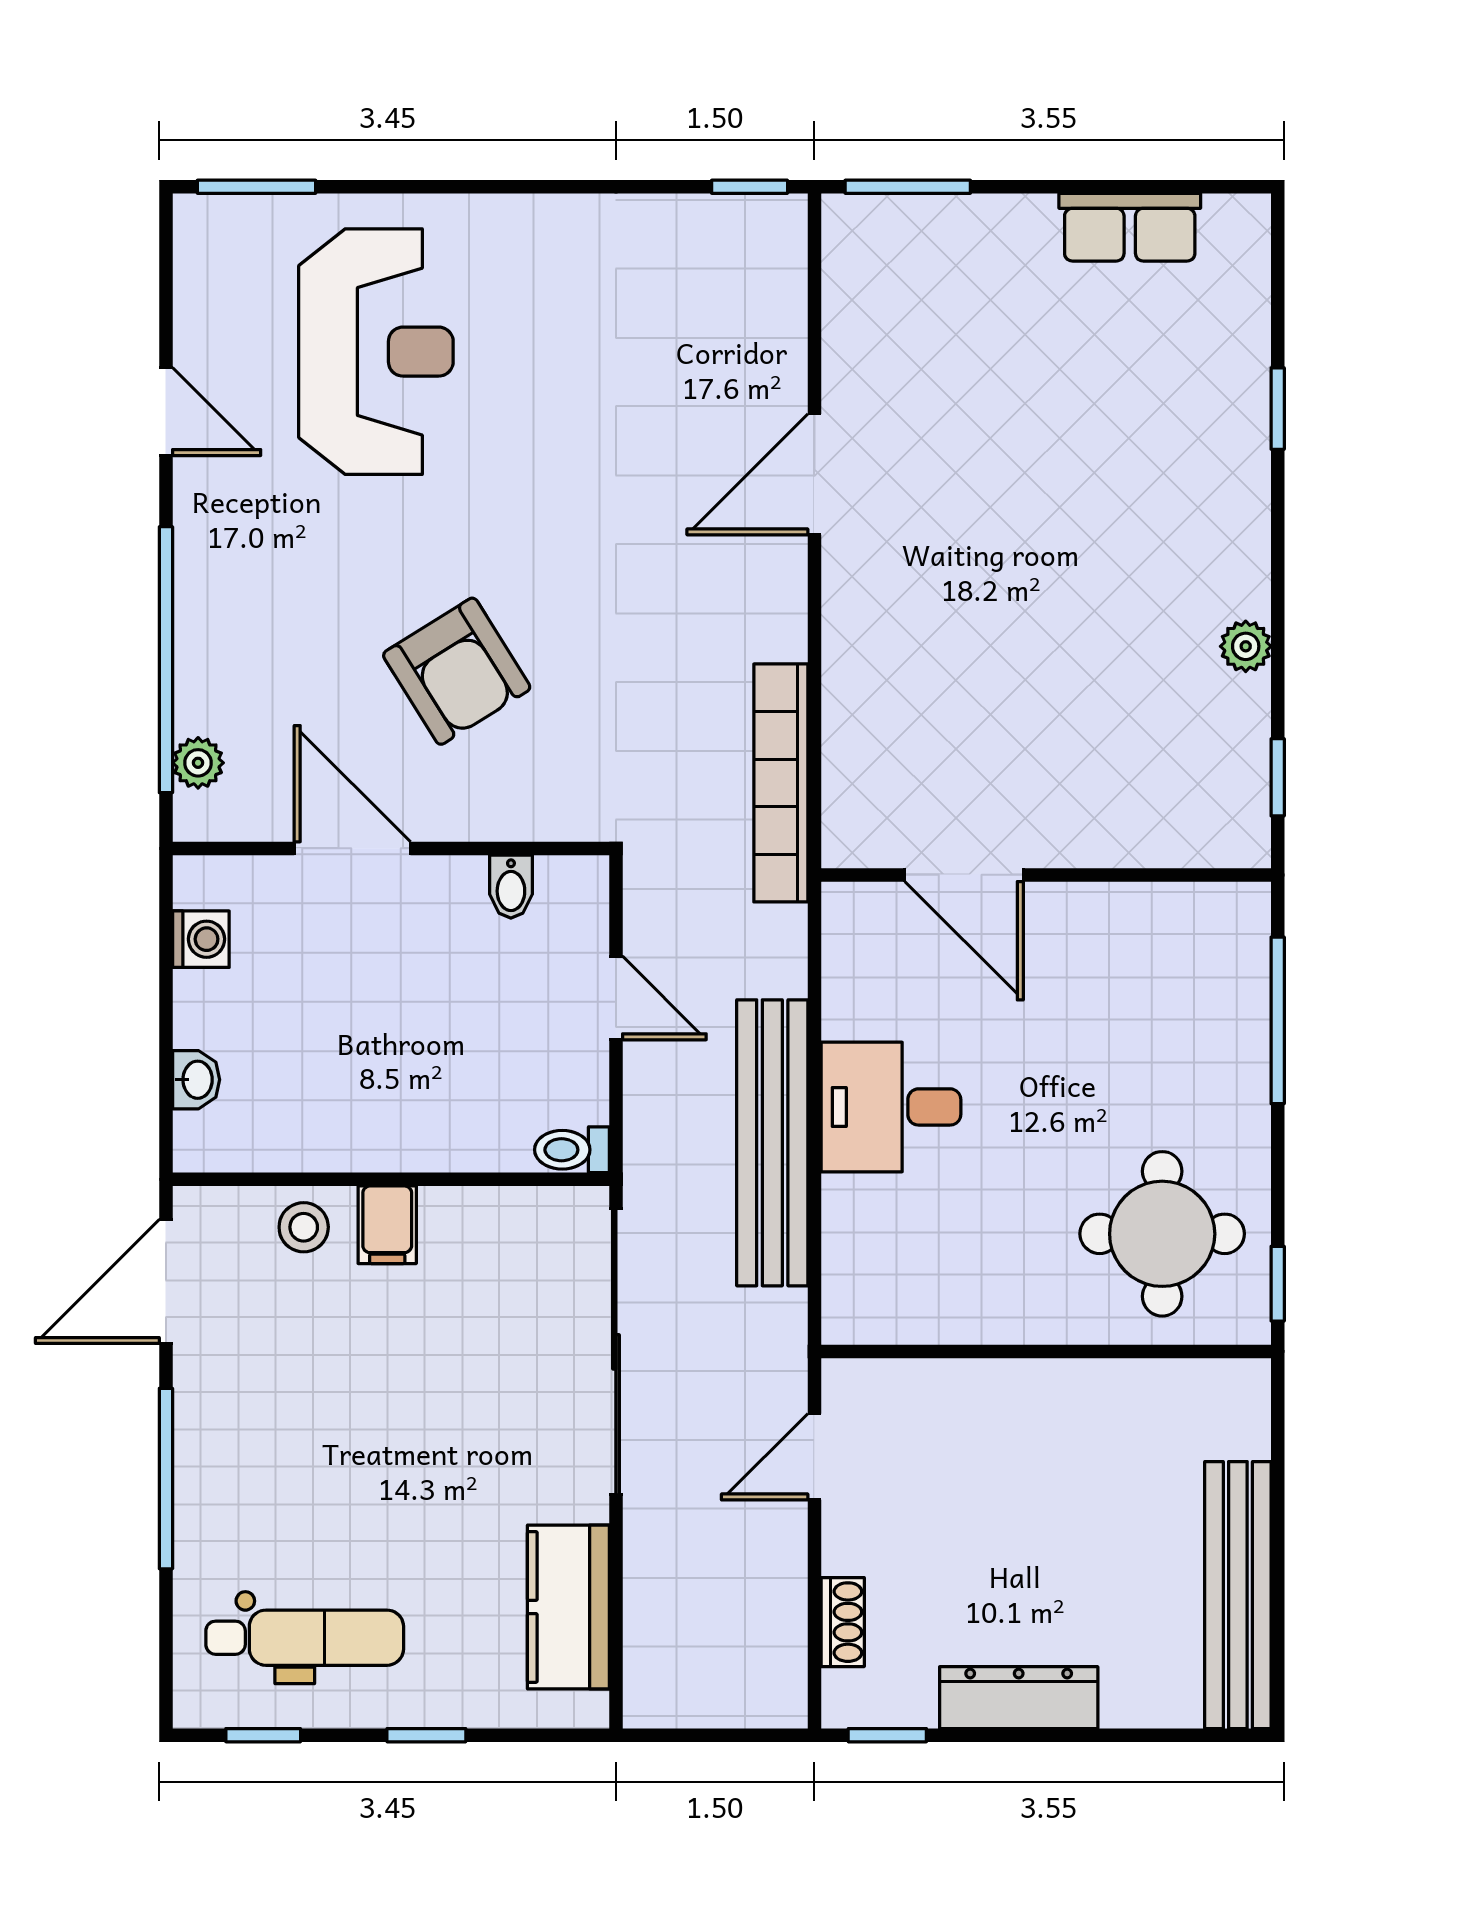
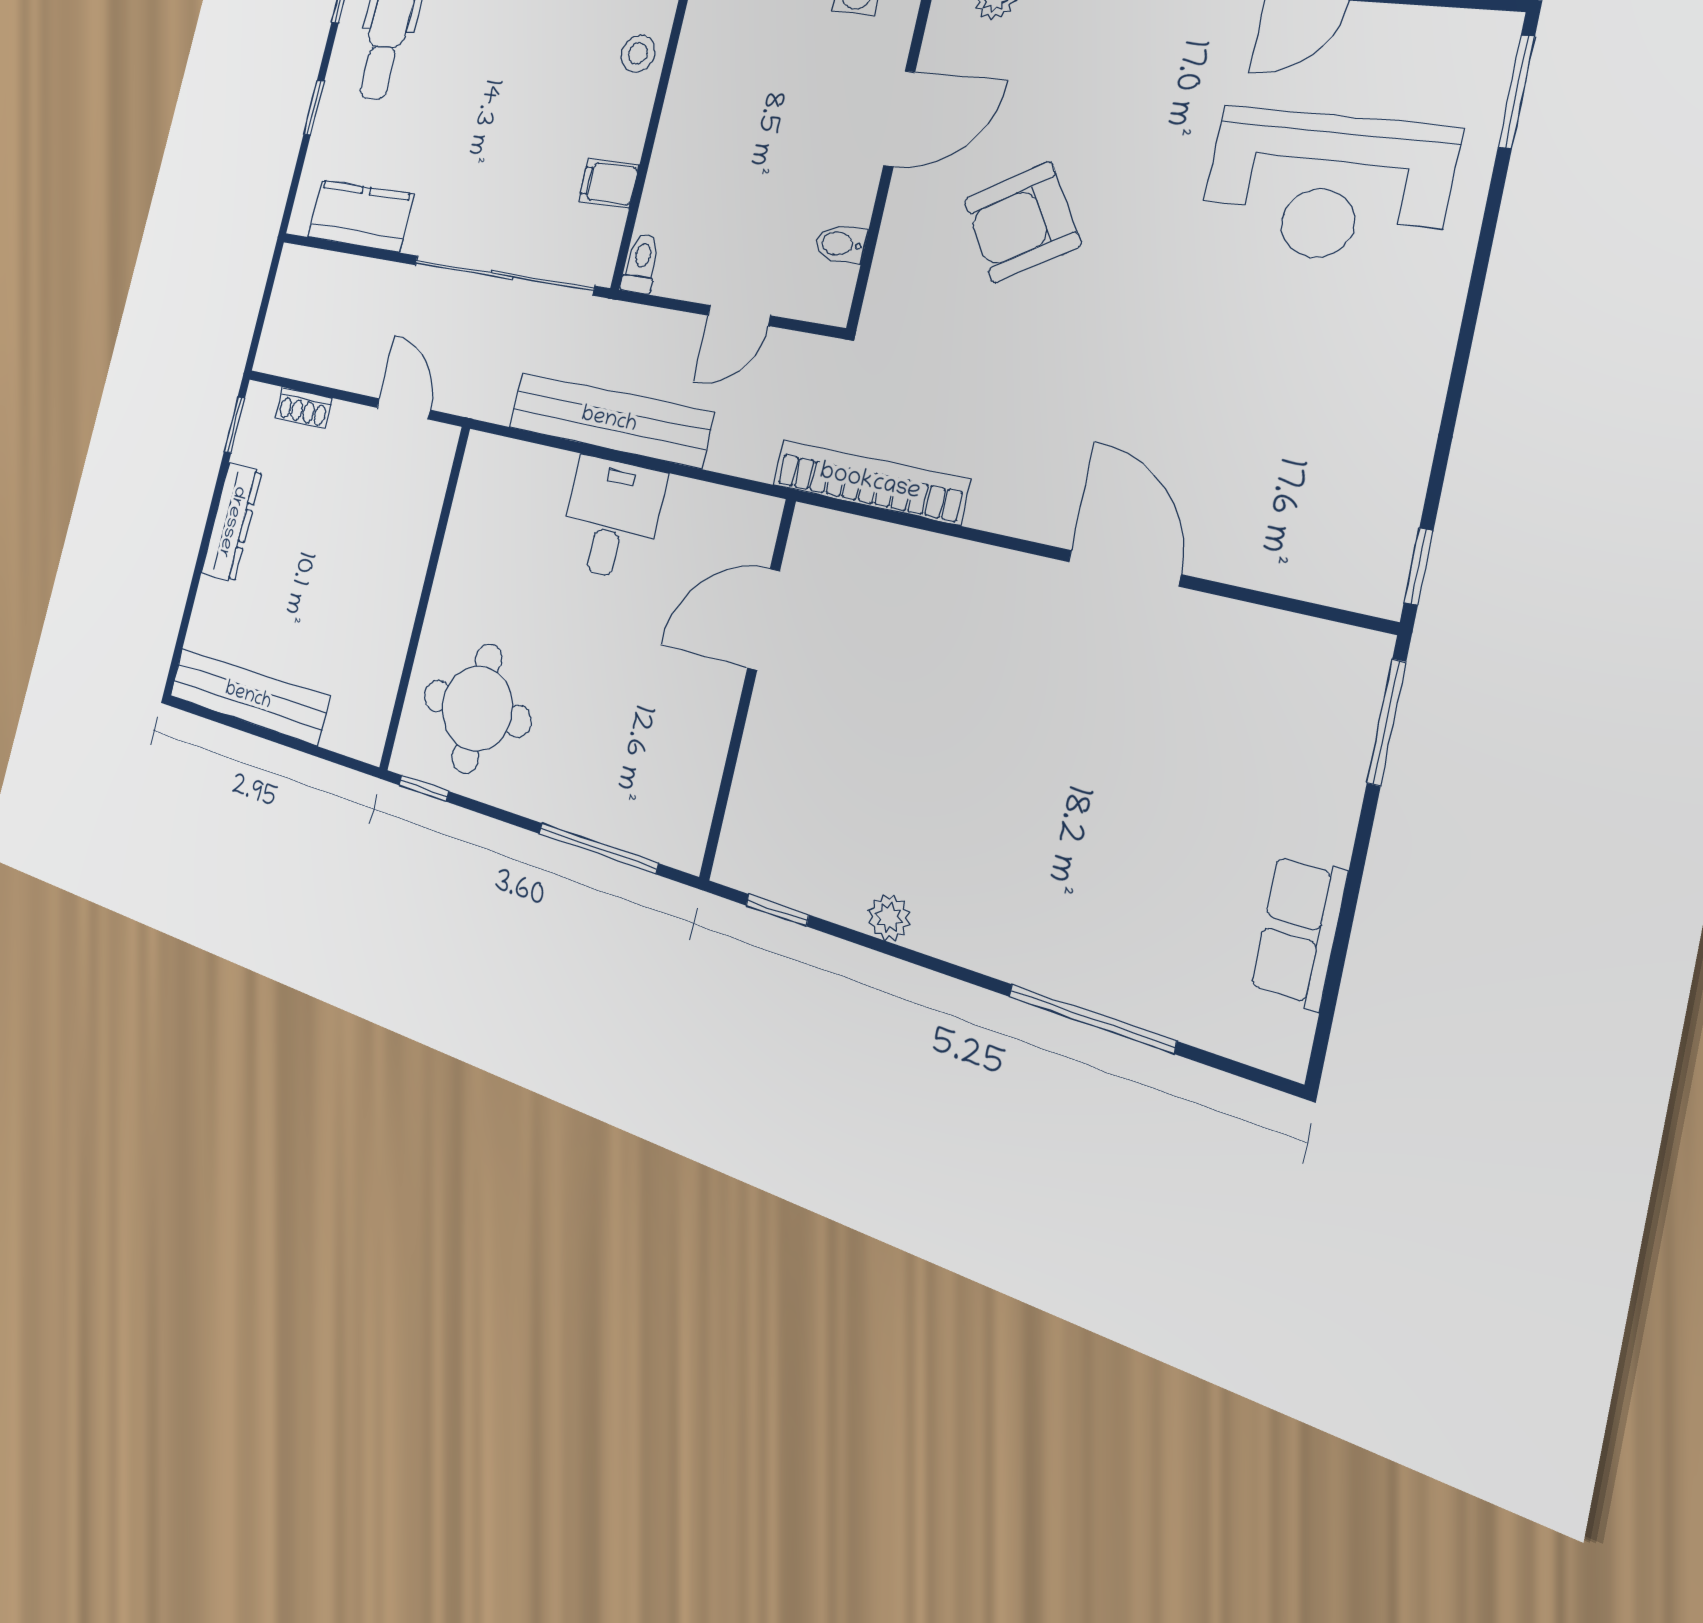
window: (1278, 409) -> (1091, 1018), width x2.17
filing cabinet: (387, 1225) -> (609, 183), moved

